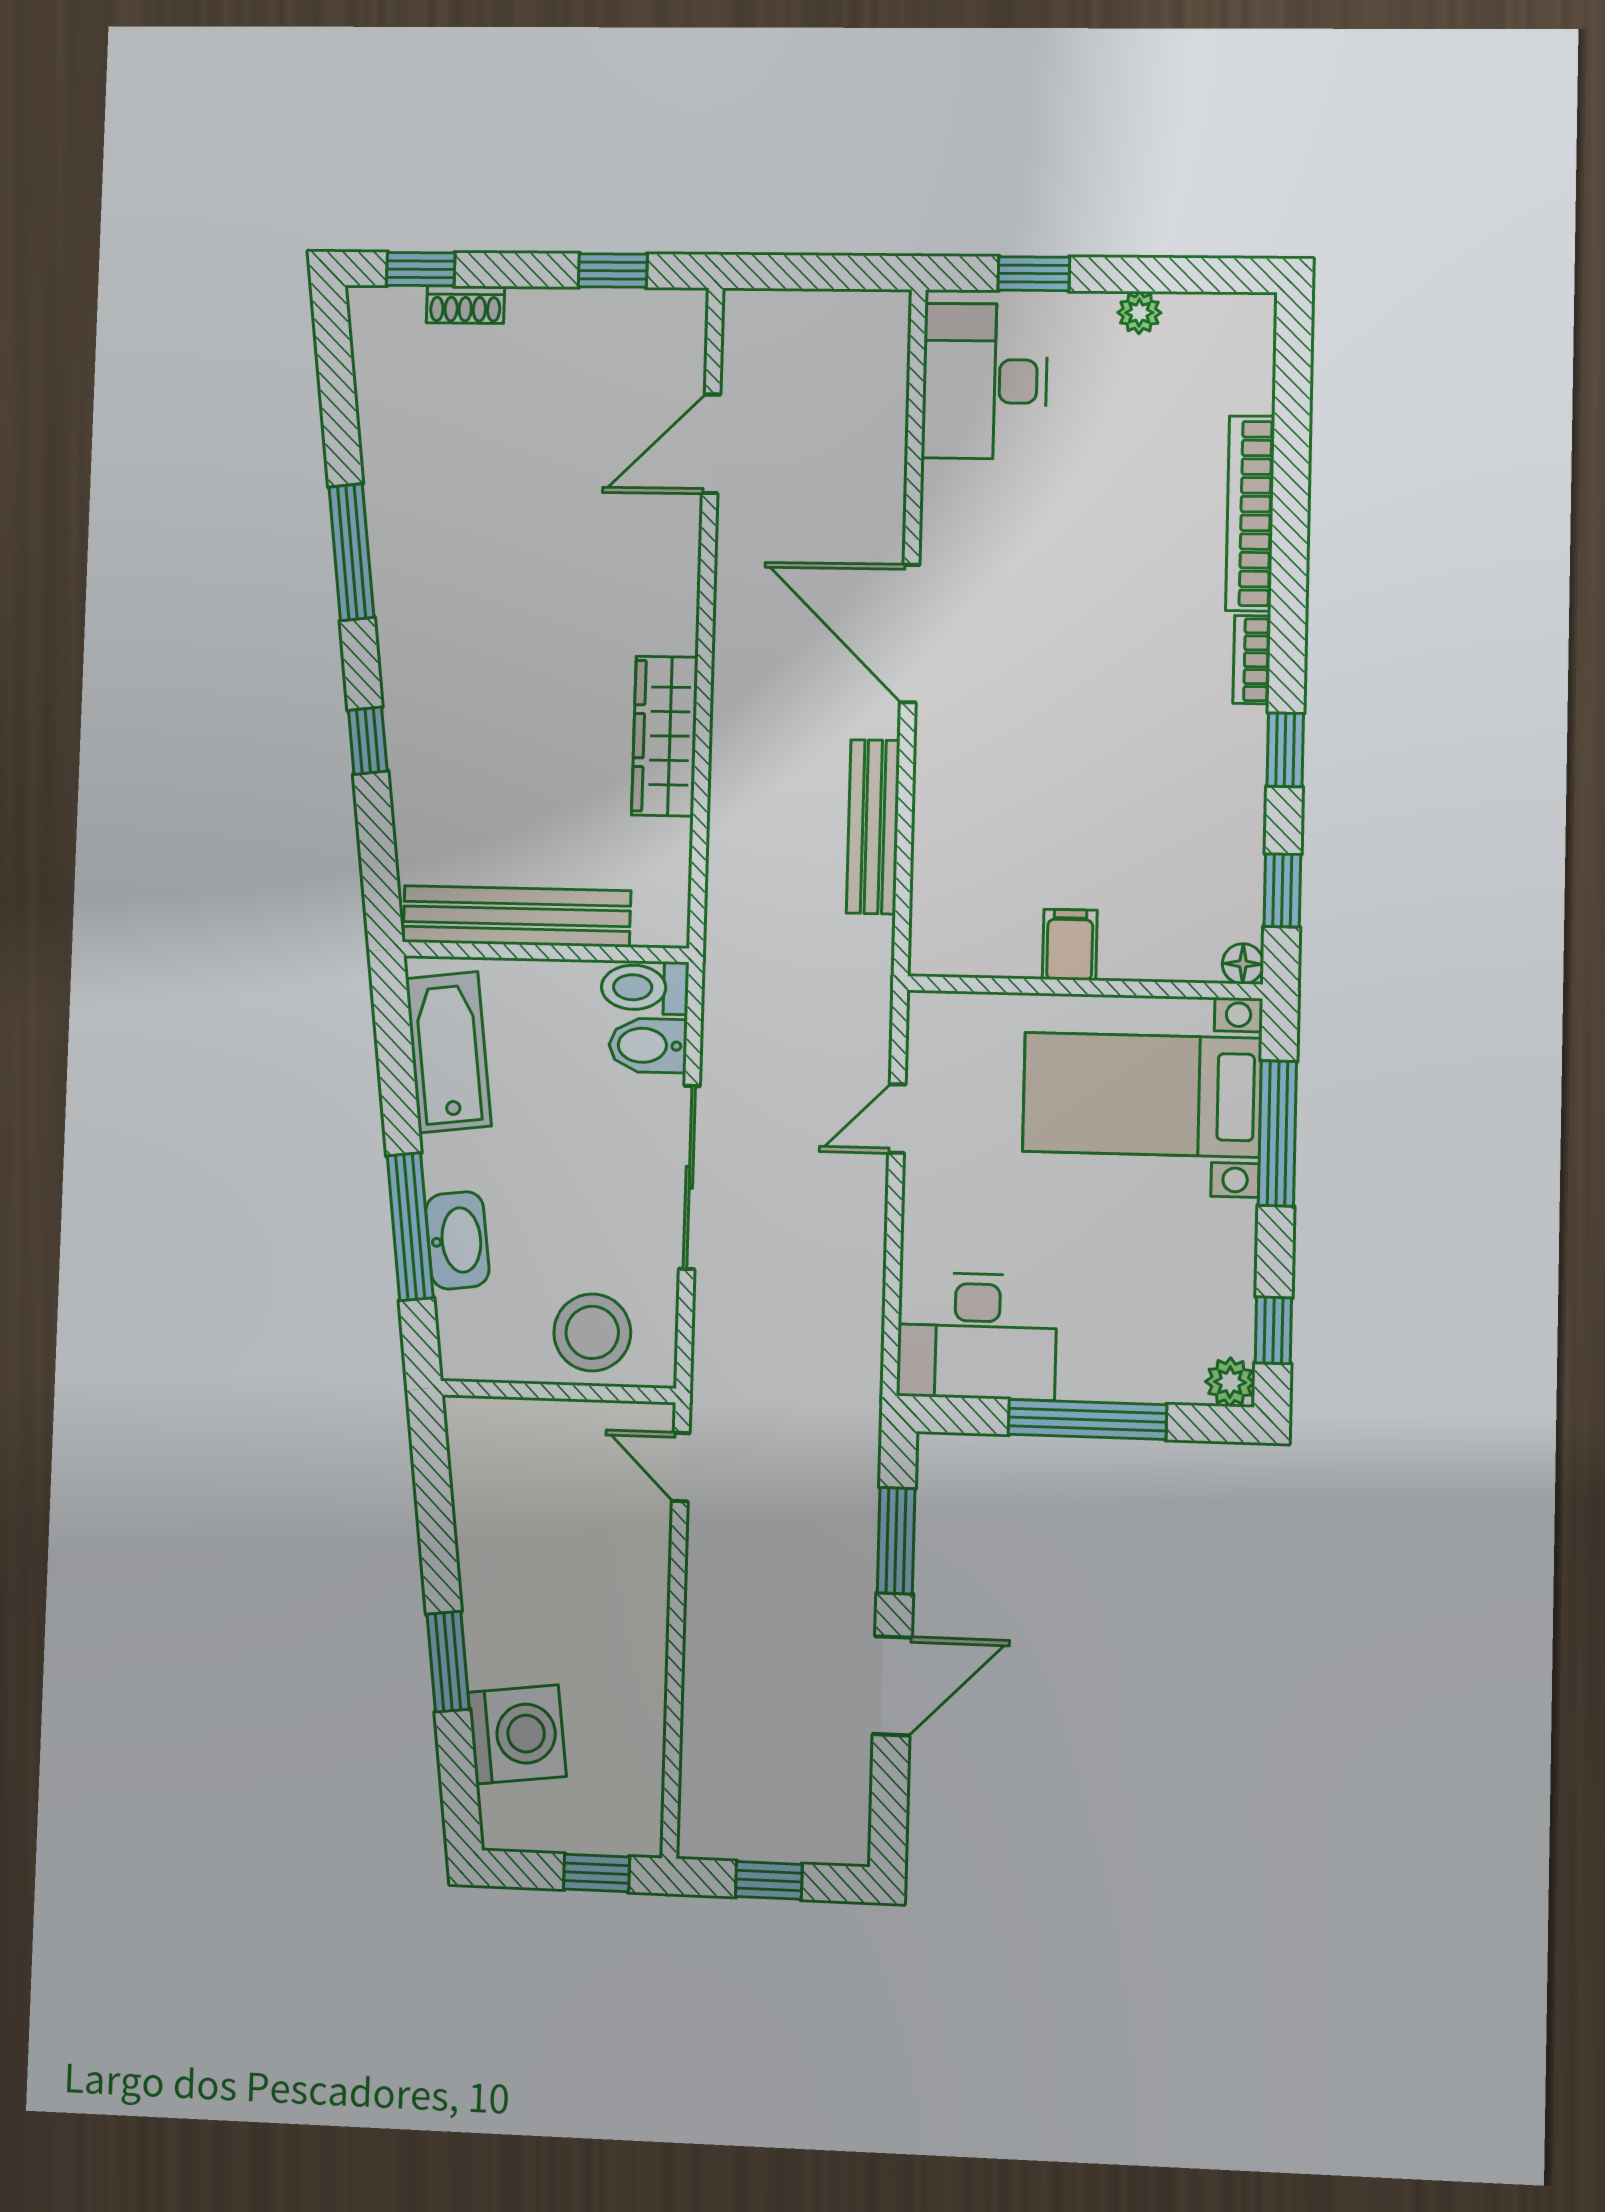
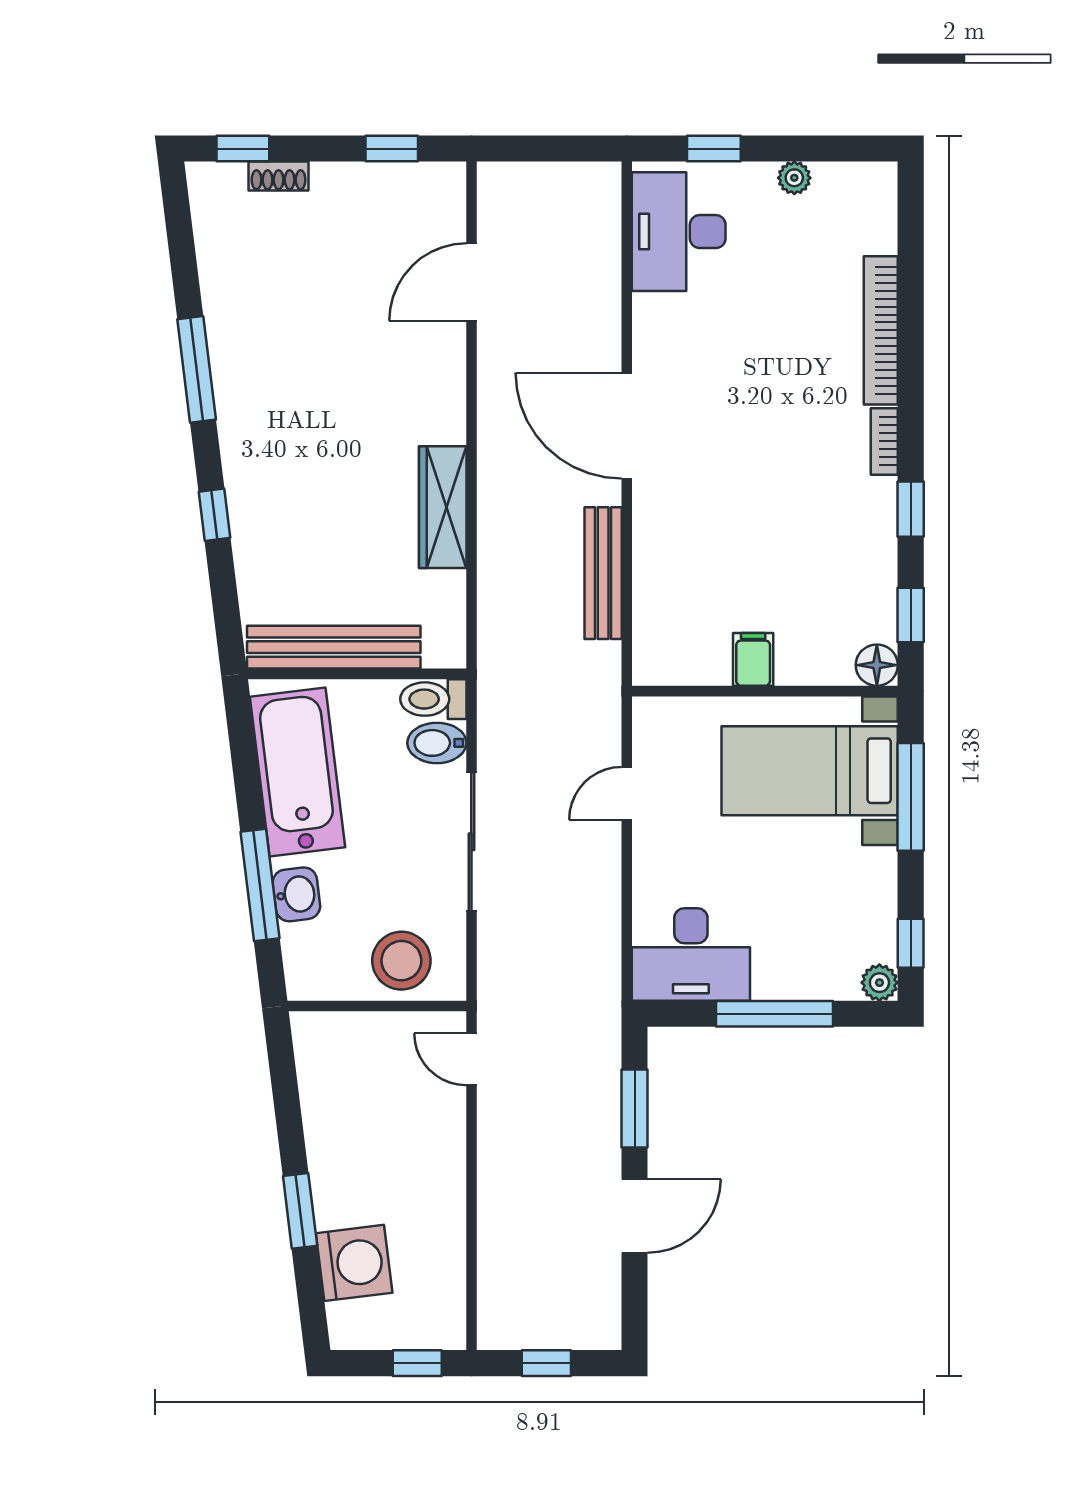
floor lamp: (1243, 964) -> (877, 665), width x1.37, depth x1.37
bathtub: (448, 1052) -> (297, 772), width x1.36, depth x1.36
washbasin: (457, 1240) -> (296, 894), width x0.72

